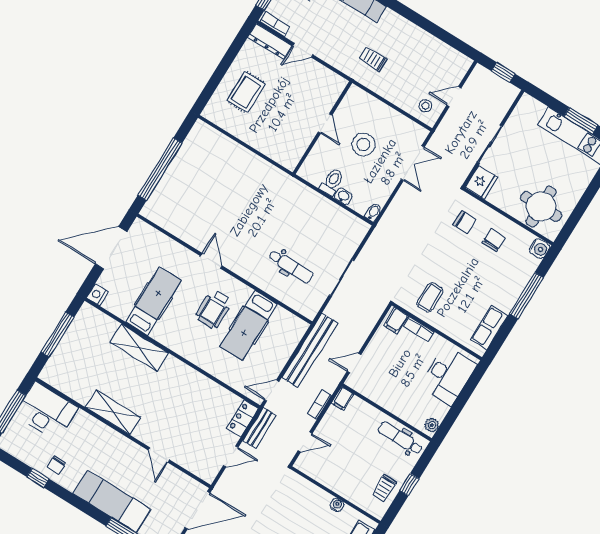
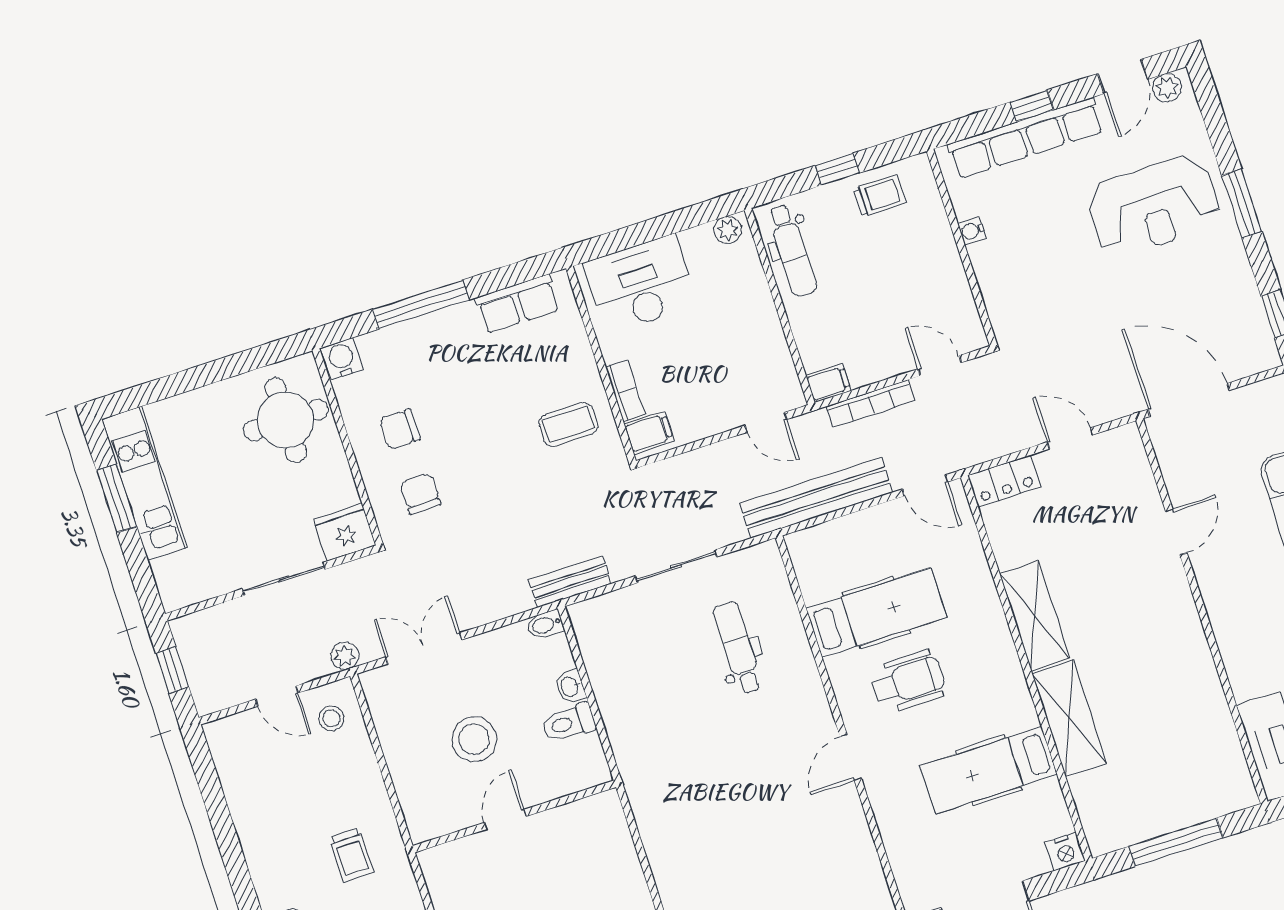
plant: (441, 134) -> (345, 656), added
bookcase: (320, 405) -> (870, 403), width x1.56
shelving: (113, 412) -> (1035, 616), moved
bench: (259, 428) -> (570, 582), moved

